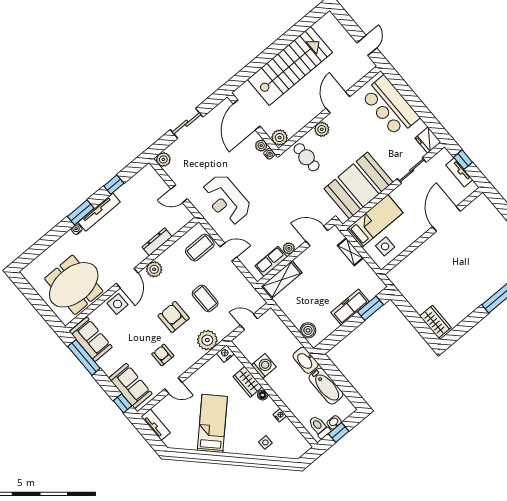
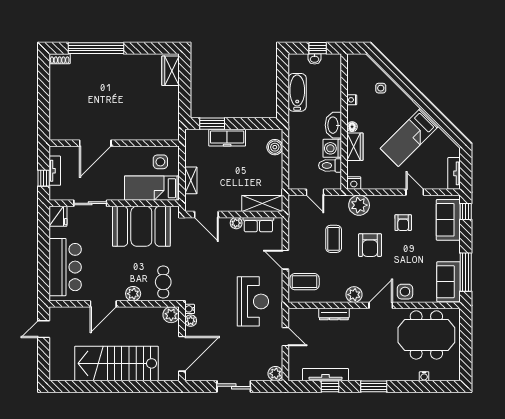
tv unit: (99, 212) -> (325, 375), moved
water cooler: (77, 229) -> (424, 376), moved
washbasin: (306, 360) -> (333, 125), moved, turned 180
toilet: (319, 427) -> (330, 165), moved, turned 90

